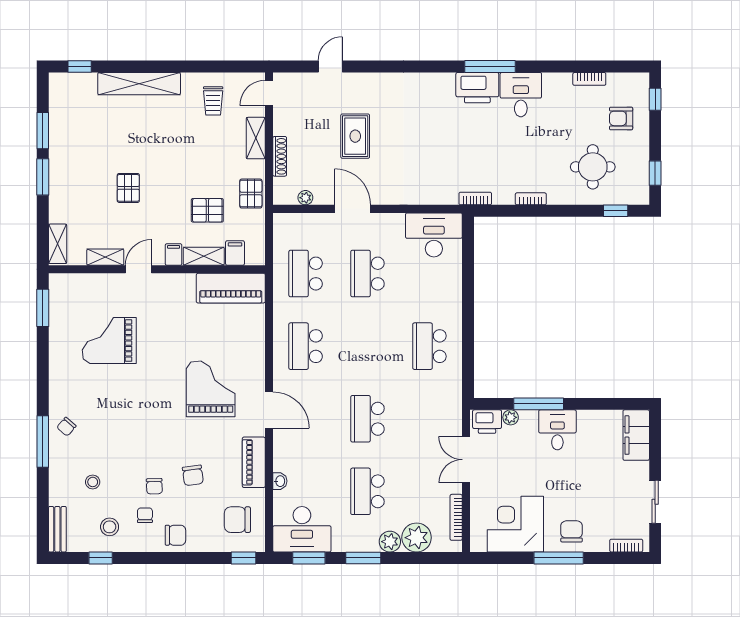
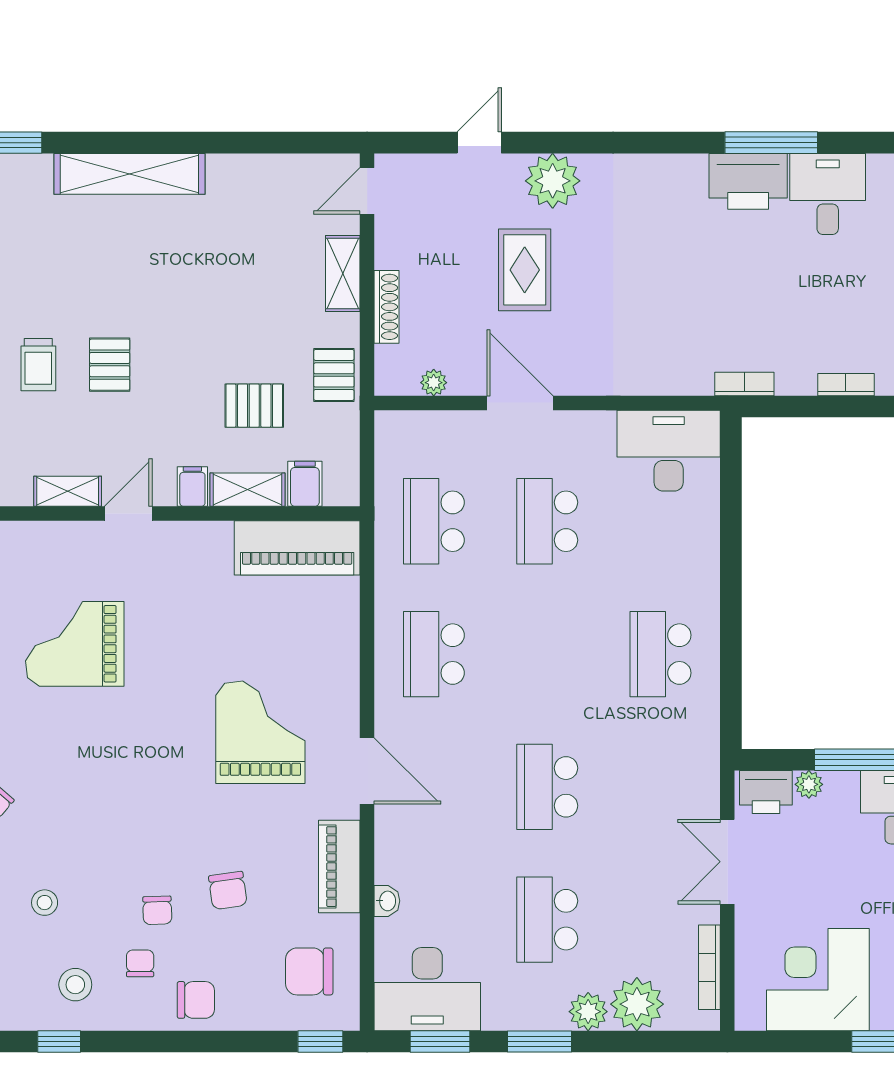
plant: (370, 87) -> (553, 181), added
trolley: (213, 101) -> (38, 365), moved

